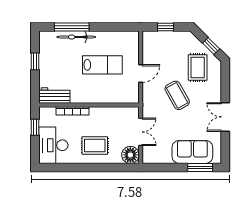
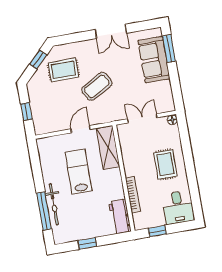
door: (141, 74) -> (81, 129), hinge flipped
shelving: (120, 96) -> (108, 147), added
desk: (53, 145) -> (178, 207), width x0.73
floor lamp: (130, 155) -> (172, 120), width x0.53, depth x0.53

